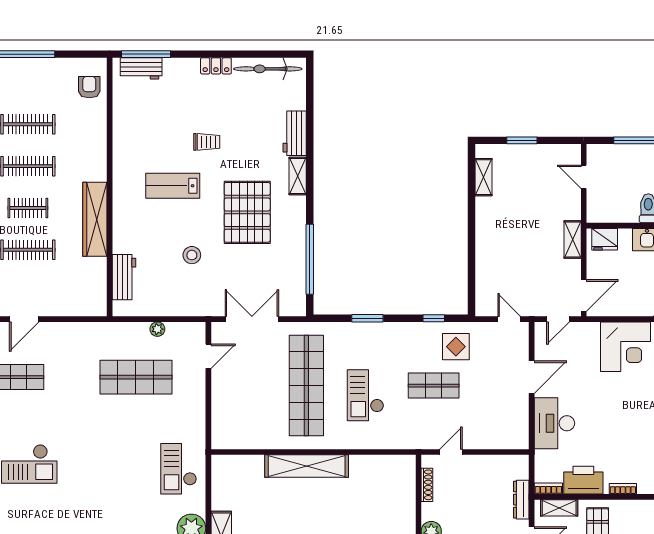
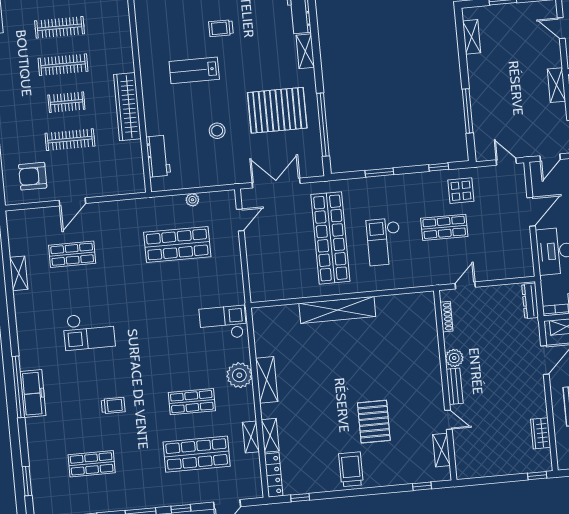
trolley: (207, 142) -> (221, 28), turned 180
pallet: (247, 212) -> (277, 110), moved, turned 90
window: (471, 259) -> (468, 111), added
checkout: (179, 469) -> (223, 323), turned 90
dresser: (521, 500) -> (530, 301), moved

